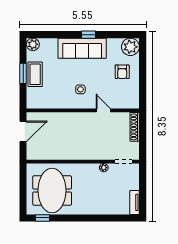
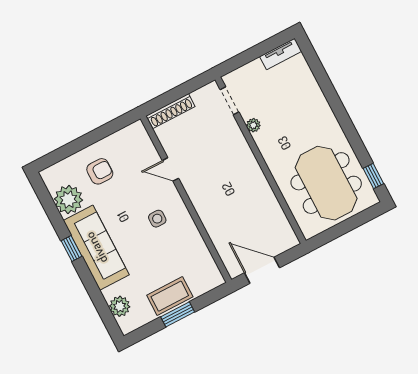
plant: (33, 44) -> (120, 306), moved
plant: (130, 47) -> (68, 200), moved
door: (103, 110) -> (170, 169), hinge flipped
meeting table: (52, 190) -> (326, 183), turned 90

